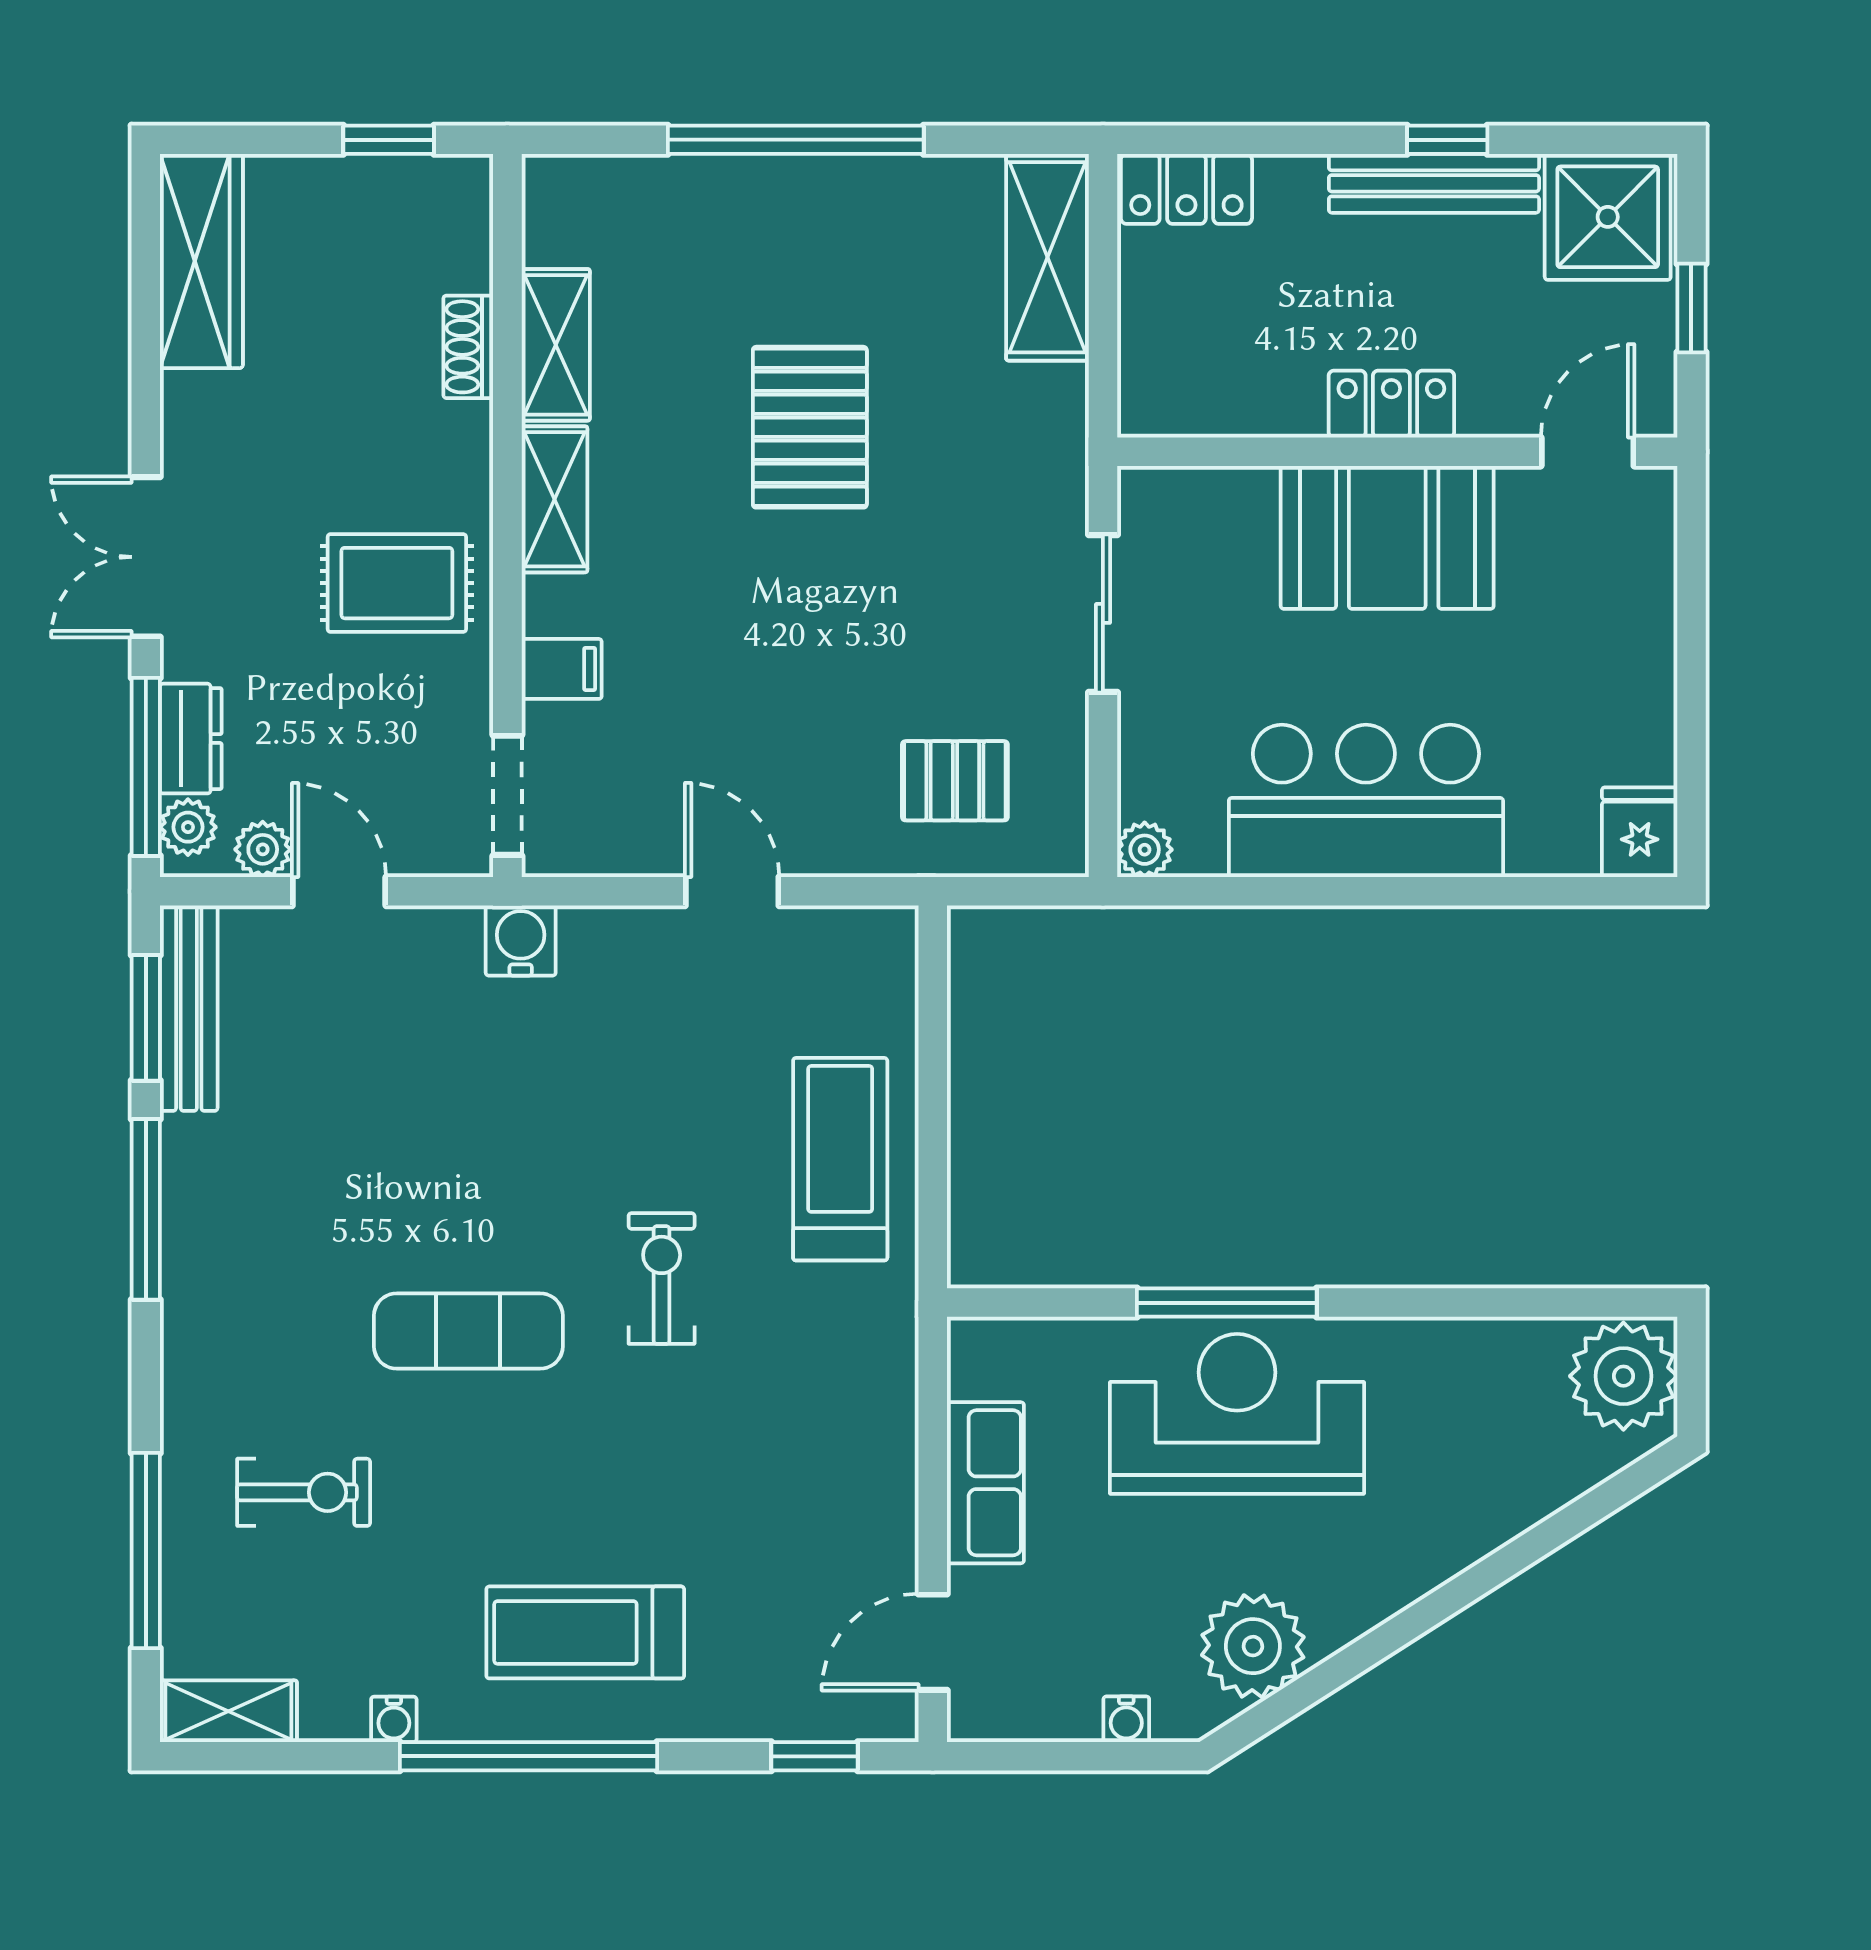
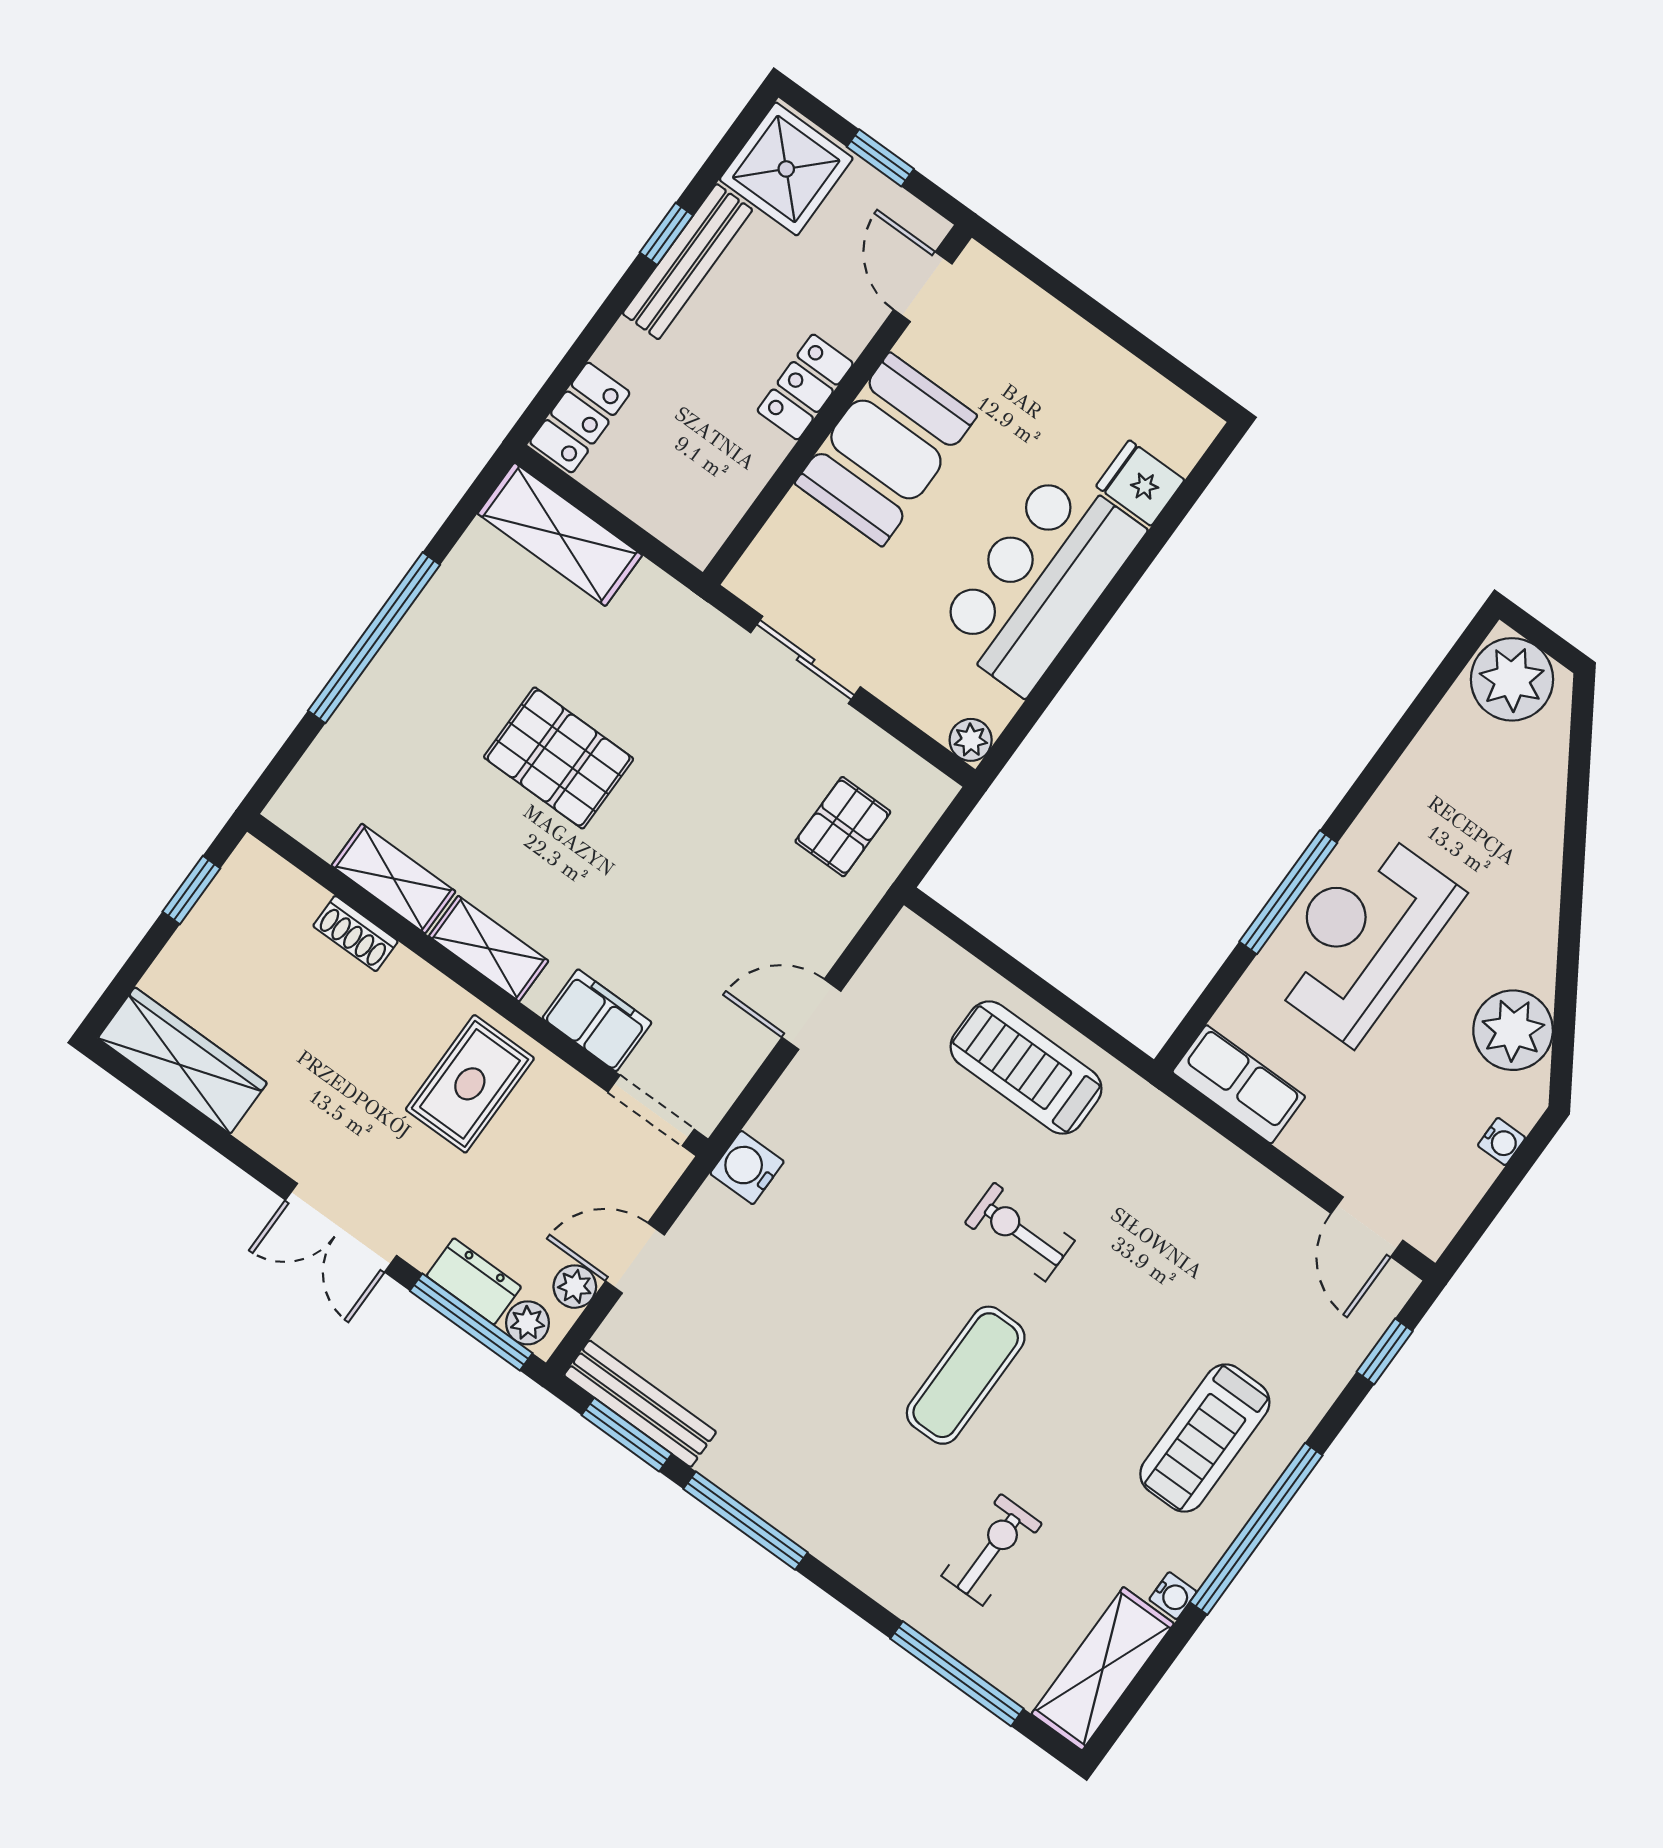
filing cabinet: (562, 669) -> (597, 1020), width x2.00
fridge: (1640, 832) -> (1140, 483), moved
row of seats: (985, 1483) -> (1239, 1084), moved
shelving: (228, 1711) -> (1103, 1669), width x1.50, depth x1.33

